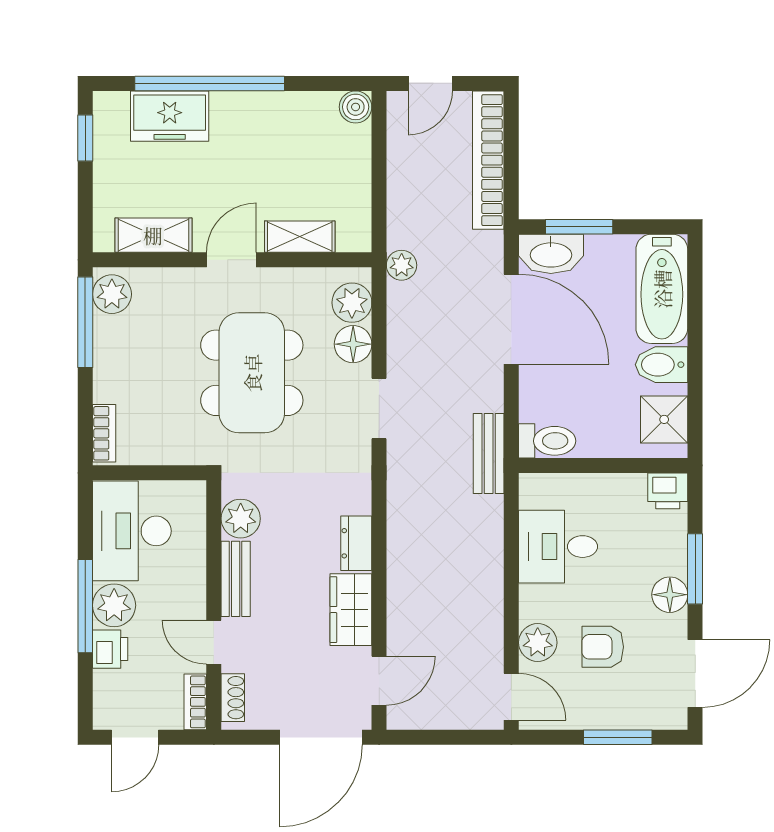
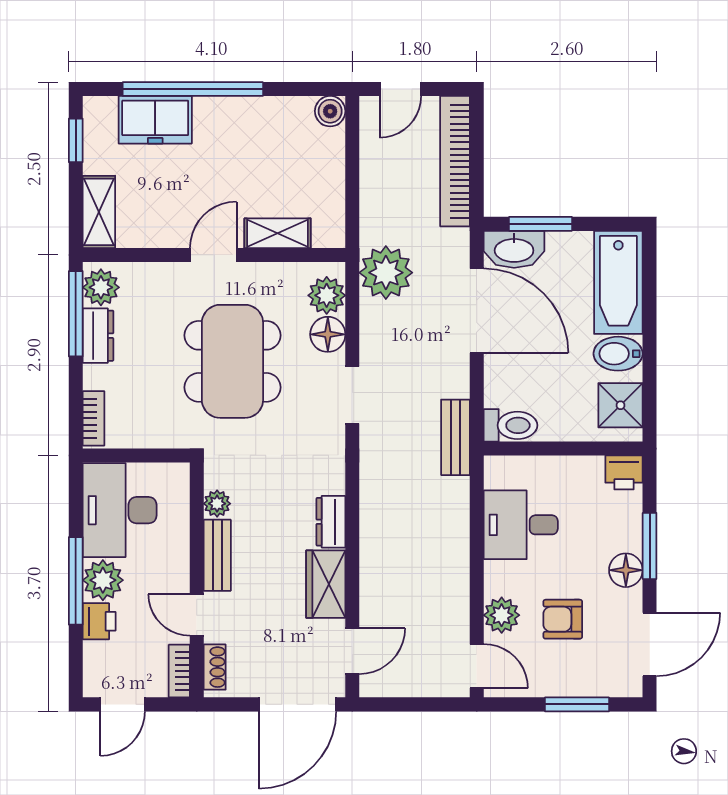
shelving: (153, 235) -> (99, 212), moved, turned 90
plant: (402, 265) -> (386, 273), width x1.88, depth x1.88
dresser: (109, 345) -> (98, 336), added
plant: (241, 519) -> (217, 504), width x0.73, depth x0.73

